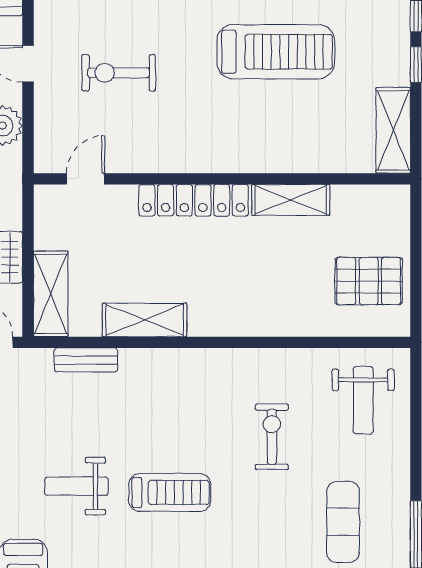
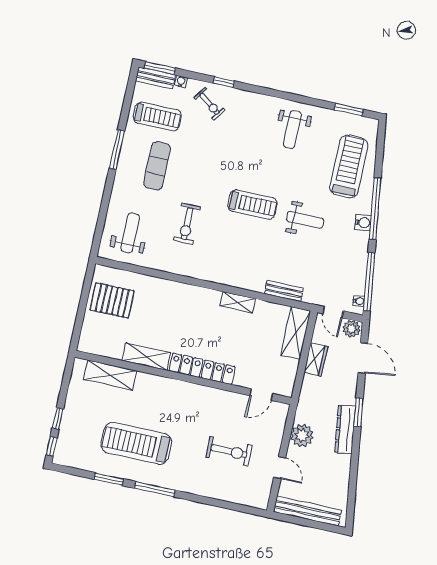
shelving: (393, 130) -> (110, 375), moved, turned 90
shelving: (144, 320) -> (238, 302), width x0.67, depth x0.75
treadmill: (170, 492) -> (252, 205), turned 180

